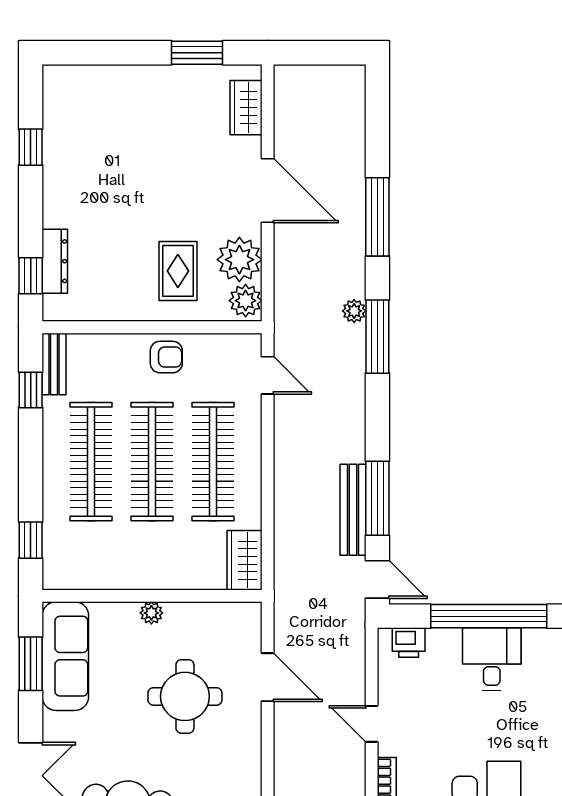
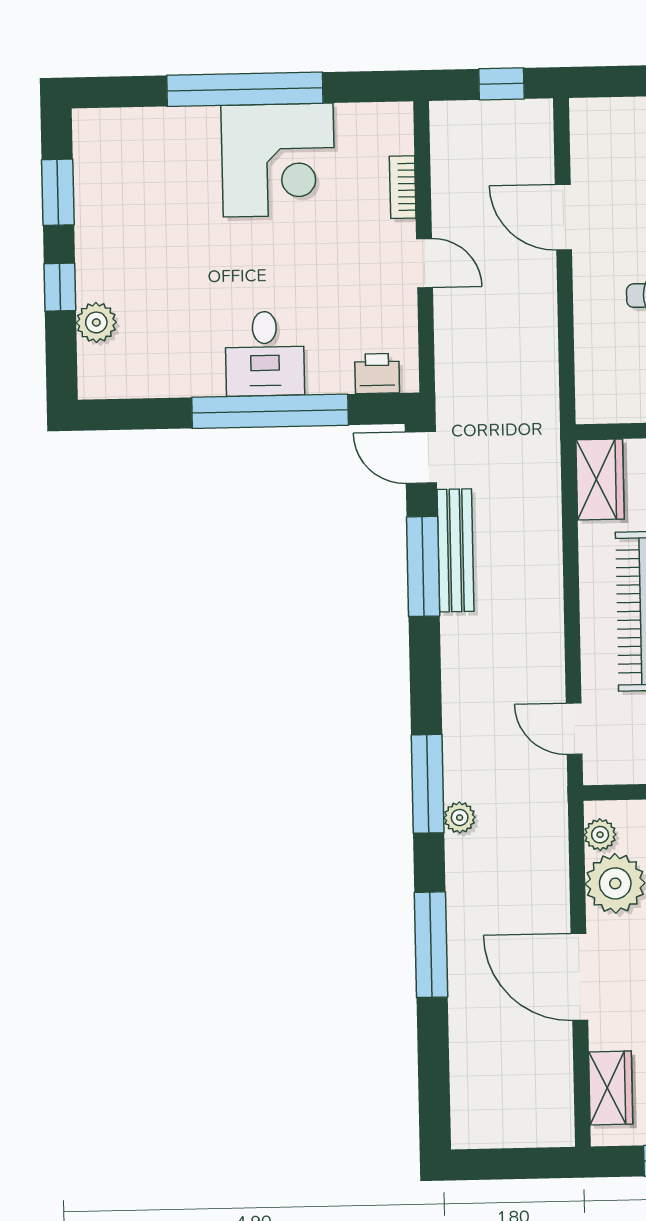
plant: (246, 301) -> (600, 835), width x0.73, depth x0.73
door: (268, 677) -> (563, 217), moved

